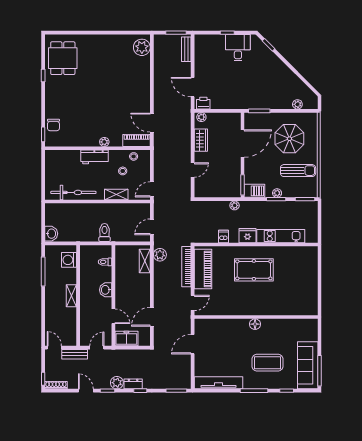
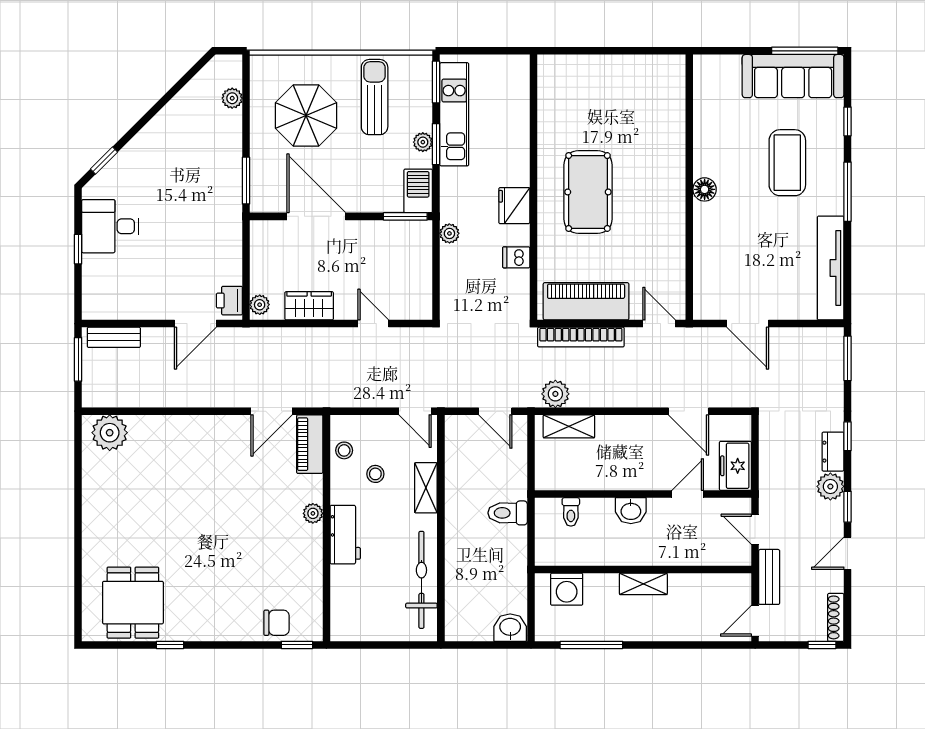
dining table: (63, 58) -> (133, 603), turned 90
kitchen unit: (281, 236) -> (454, 114), moved, turned 180

